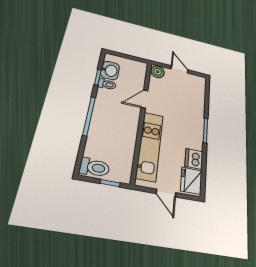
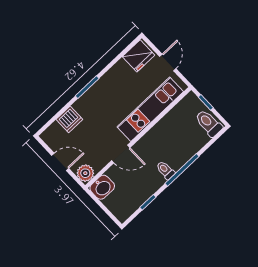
door: (179, 69) -> (60, 162), swing flipped
washbasin: (110, 70) -> (102, 187), moved, turned 180
toilet: (107, 84) -> (165, 170), moved
dishwasher: (194, 159) -> (69, 119), moved

